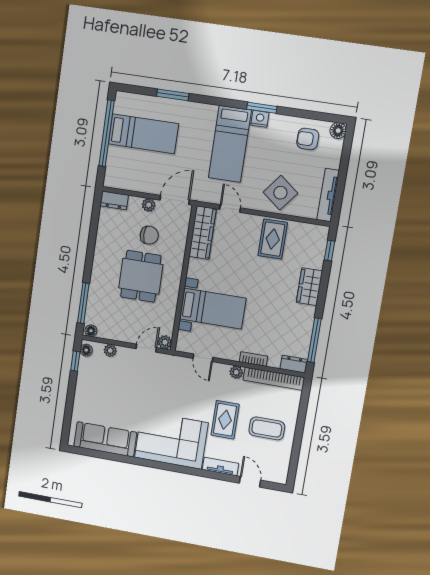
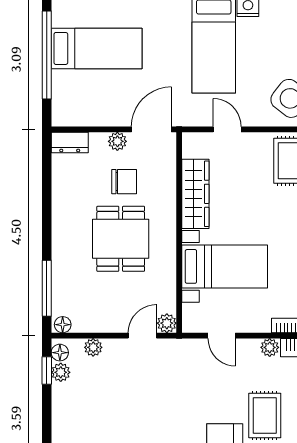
wardrobe: (203, 233) -> (195, 194), moved
plant: (85, 364) -> (61, 372), added

